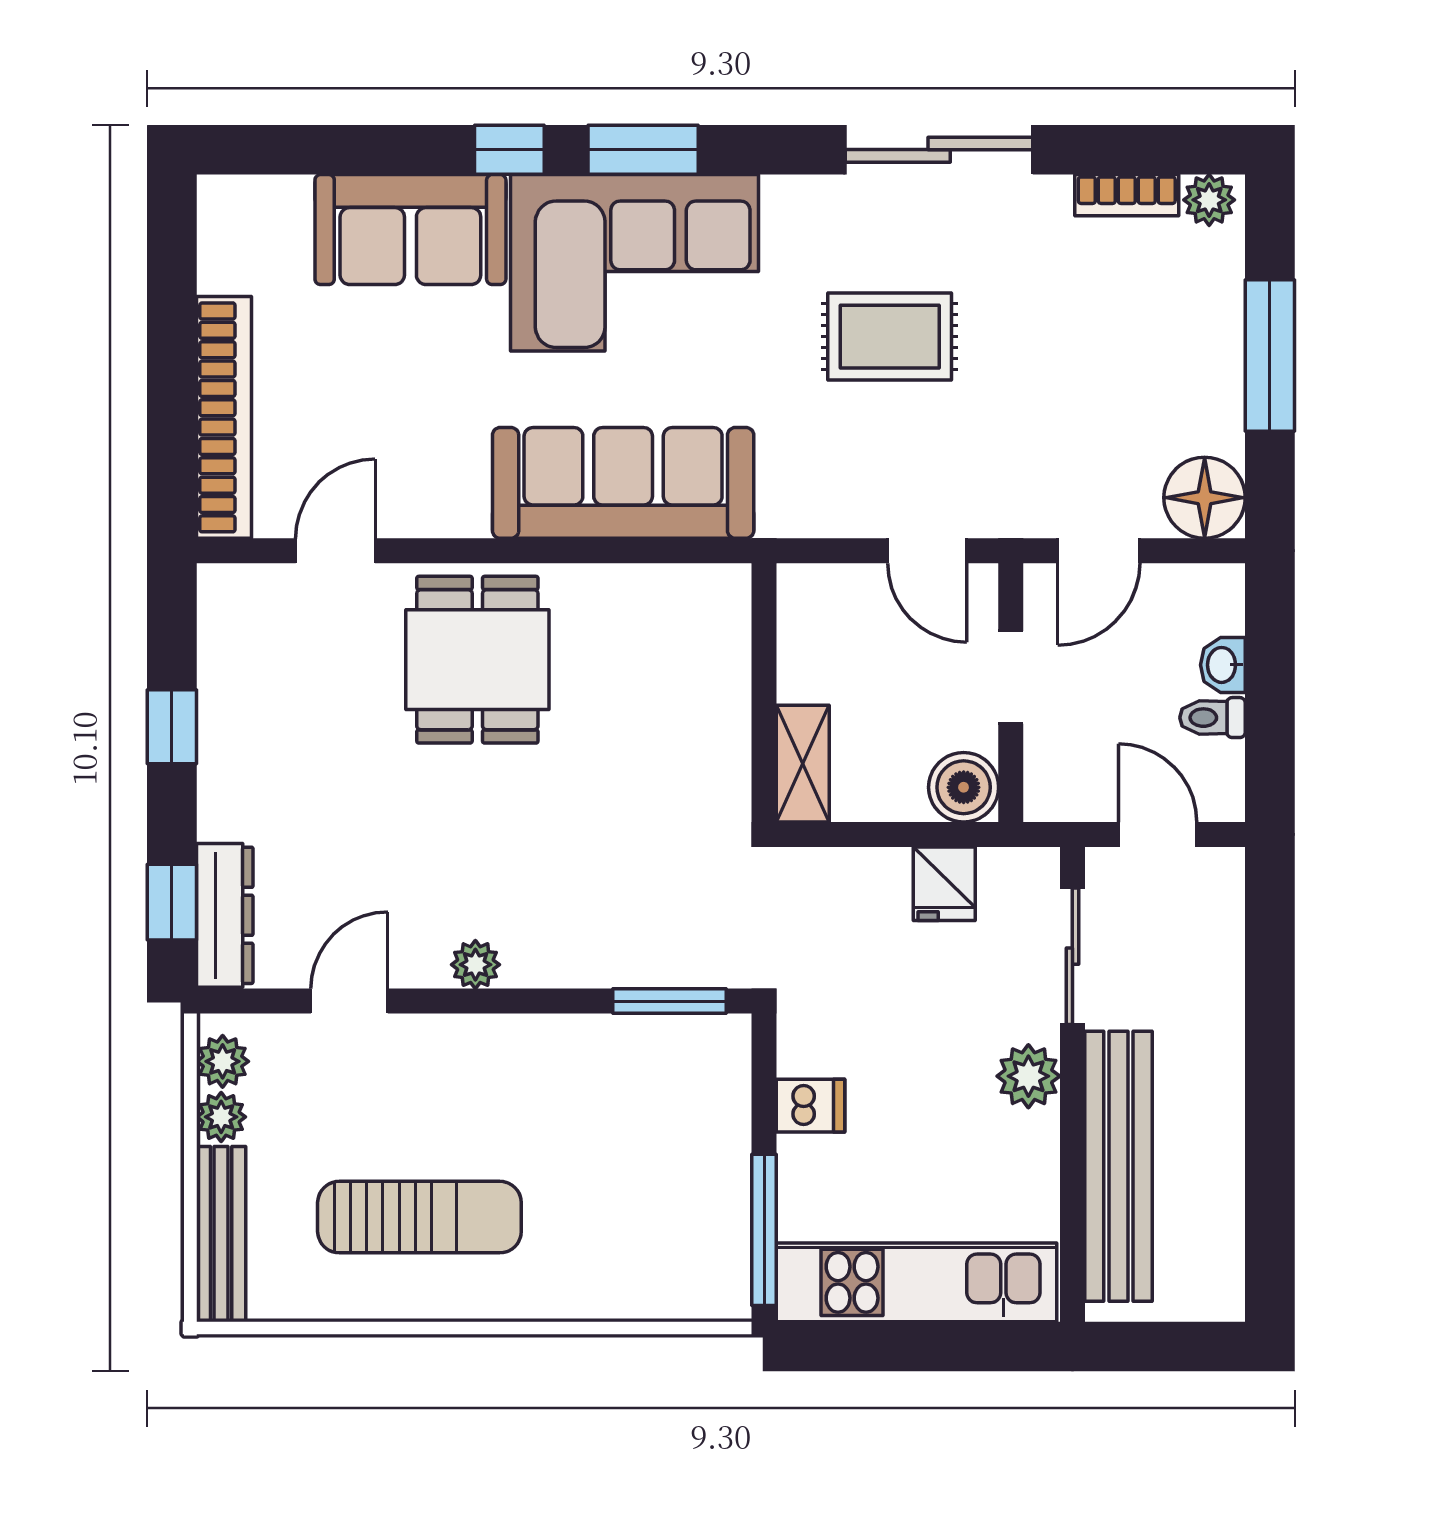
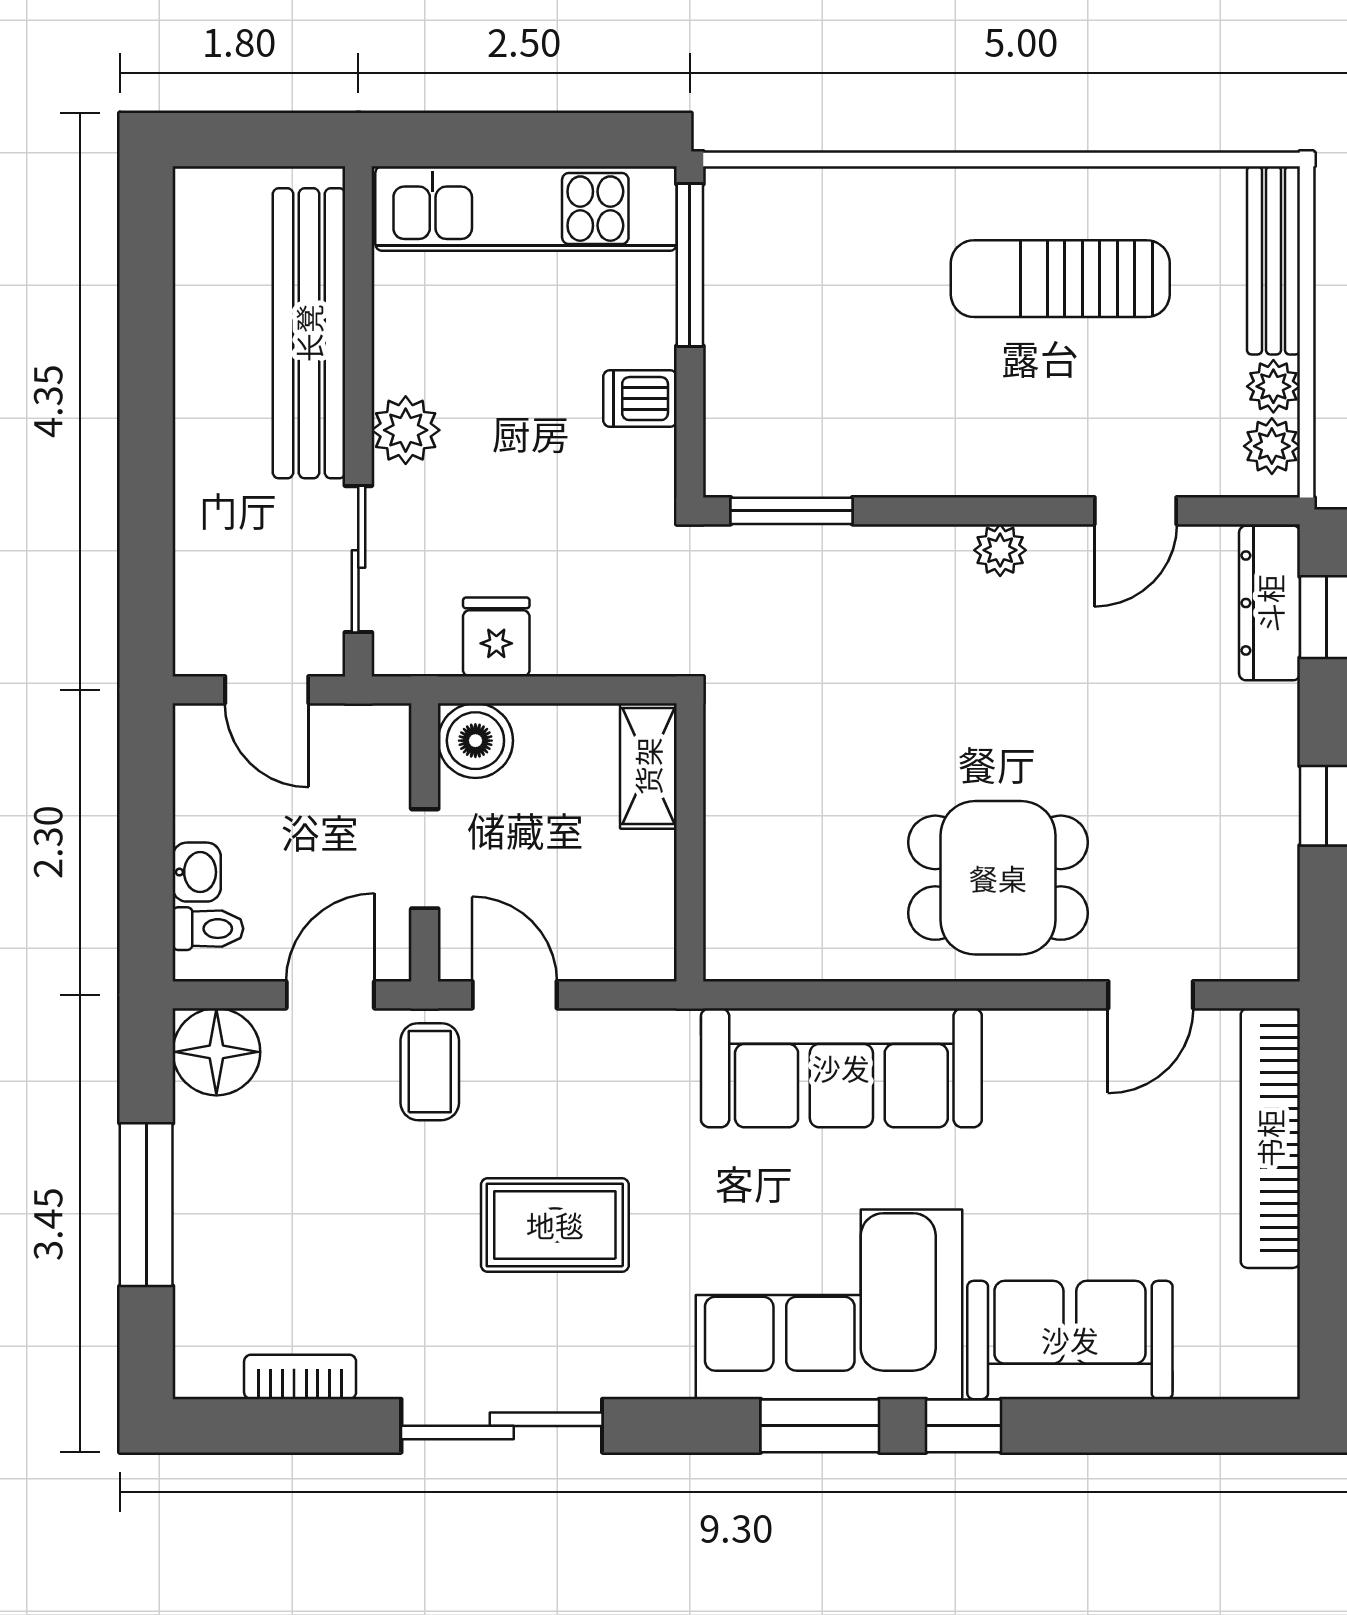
plant: (1209, 200) -> (211, 1372), removed
coffee table: (1006, 479) -> (430, 1072), added
dining table: (477, 660) -> (998, 878), turned 90
toilet: (1212, 718) -> (208, 929), moved

